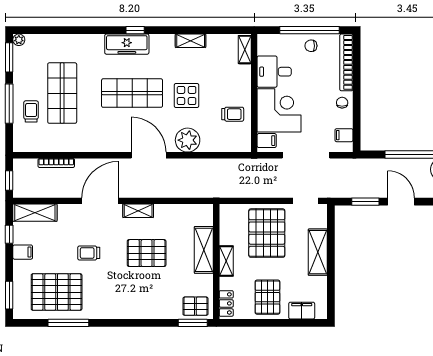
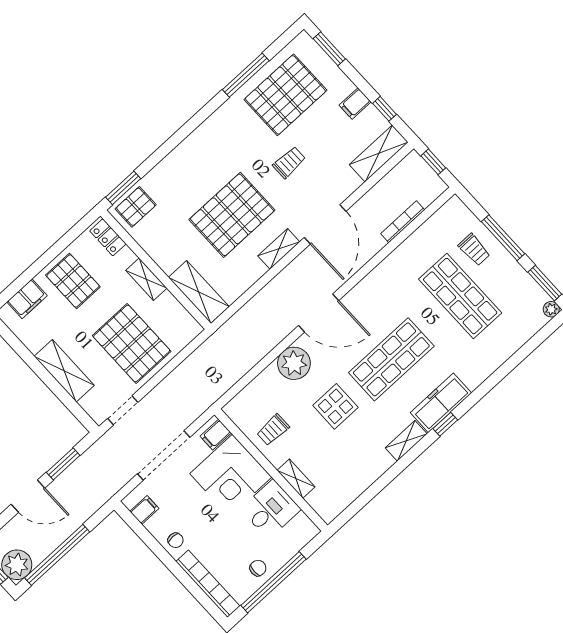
shelving: (191, 41) -> (406, 441), moved
shelving: (245, 50) -> (296, 479), moved
shelving: (204, 250) -> (199, 292), moved
pallet: (147, 253) -> (232, 215), width x1.37, depth x1.41

